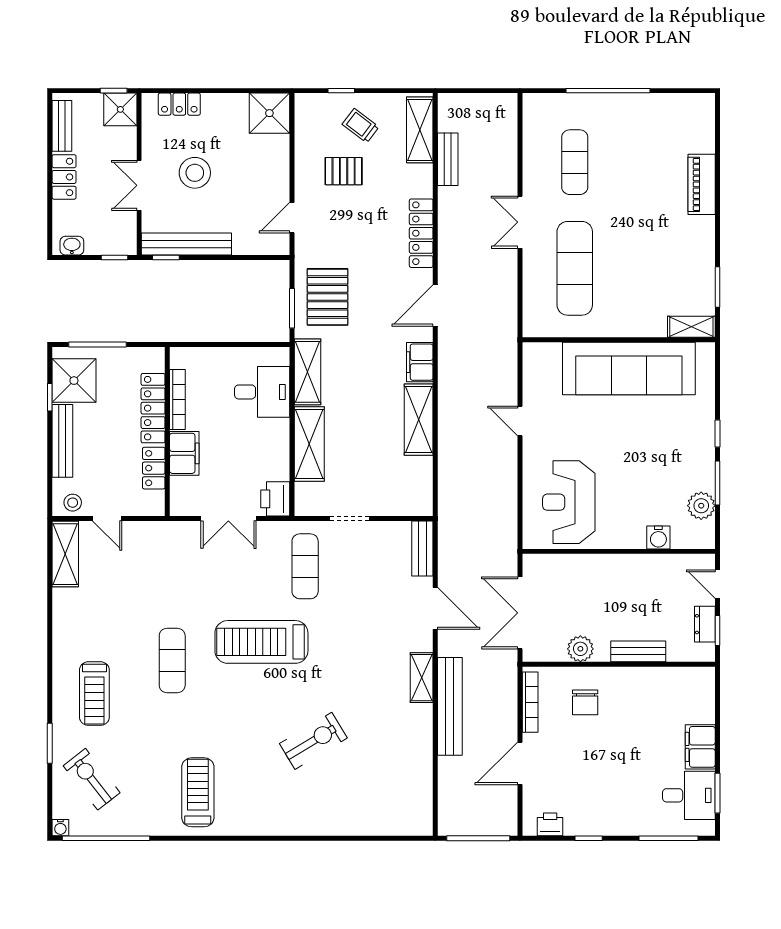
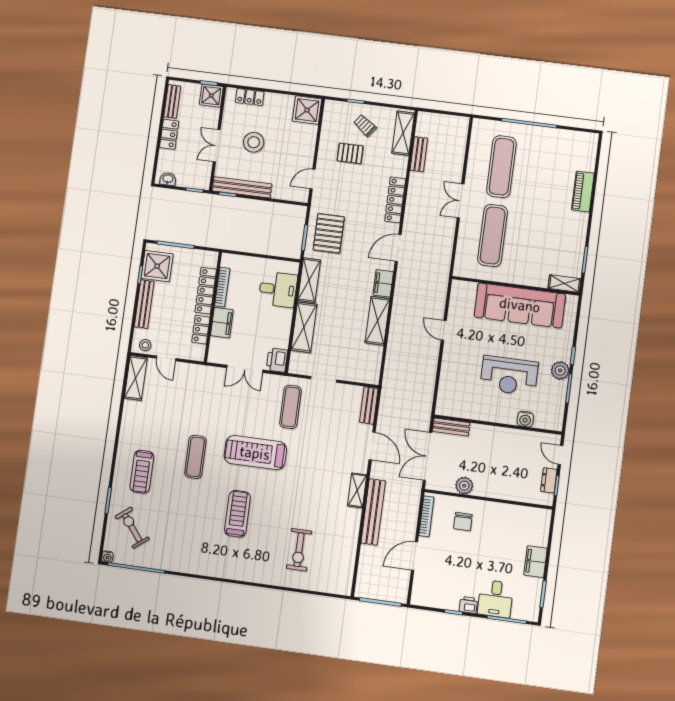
exercise mat: (575, 162) -> (501, 167), width x1.36, depth x1.45
reception desk: (569, 502) -> (509, 376), moved, turned -90
plant: (701, 506) -> (560, 370), moved
bench: (638, 651) -> (451, 427), moved
exercise bike: (313, 741) -> (299, 550), moved, turned 121
treadmill: (198, 792) -> (237, 514), moved
desk: (689, 795) -> (495, 599), moved, turned 90
printer: (550, 824) -> (468, 605), moved

